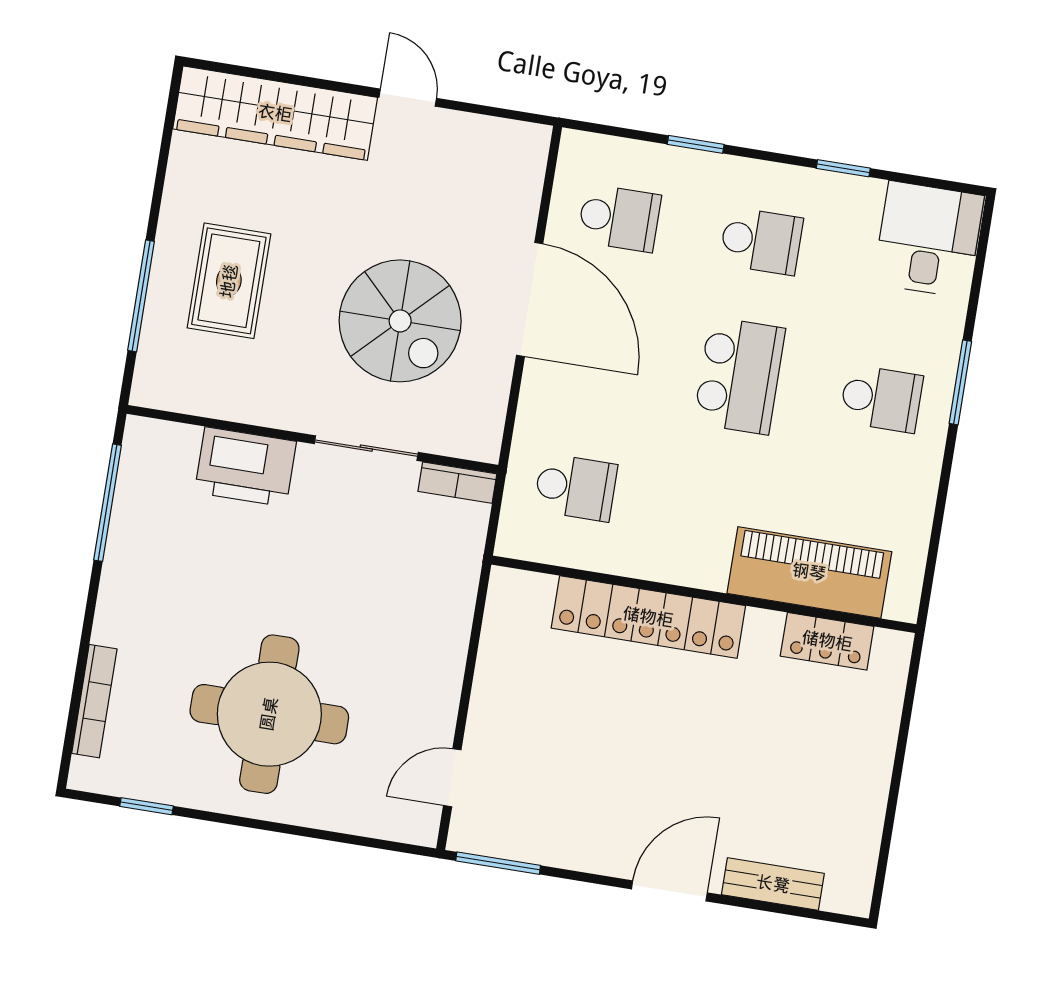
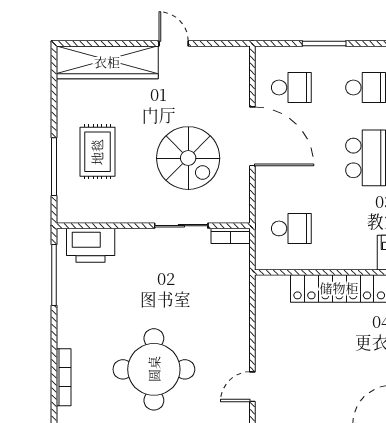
window: (696, 144) -> (324, 44), width x1.50
printer: (245, 467) -> (91, 245), moved

